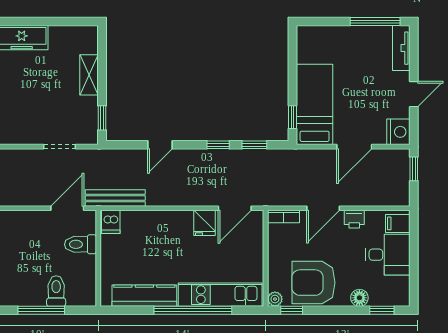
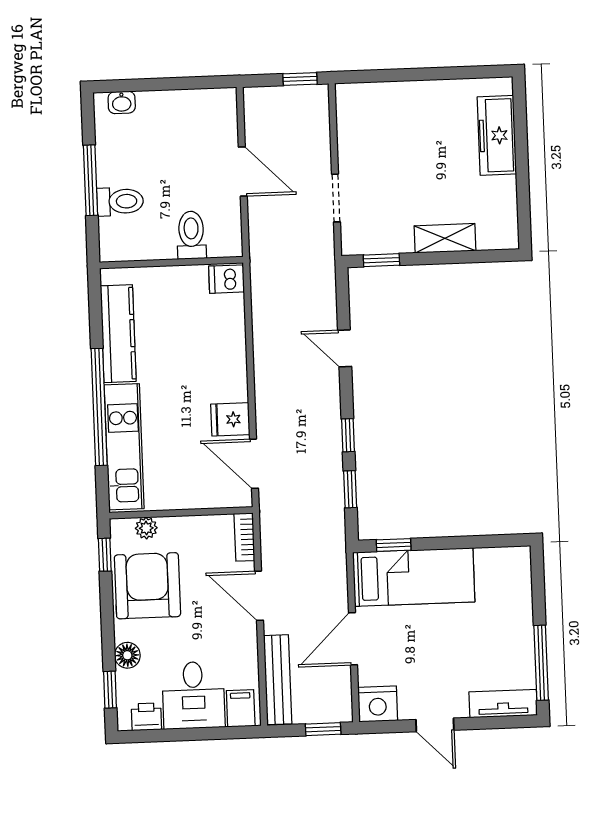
door: (354, 147) -> (353, 639), hinge flipped
bench: (115, 198) -> (278, 680), moved
door: (67, 208) -> (243, 172), moved
printer: (354, 219) -> (146, 717), moved, turned 90
plant: (275, 299) -> (146, 528), moved

